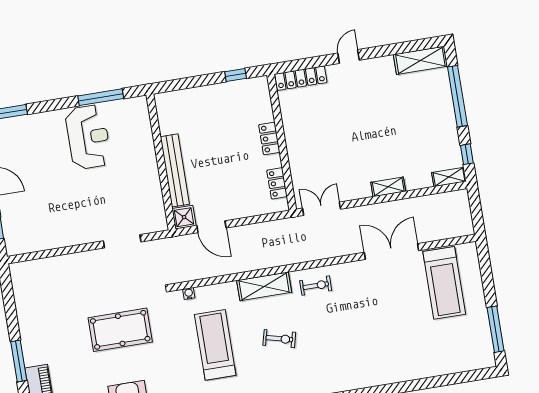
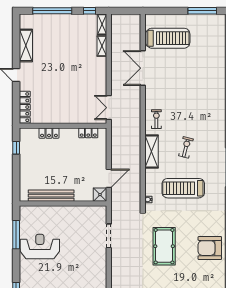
shelving: (420, 60) -> (26, 45), moved
locker: (269, 138) -> (49, 133), moved
bench: (175, 170) -> (51, 196), moved
shelving: (388, 187) -> (102, 46), moved

